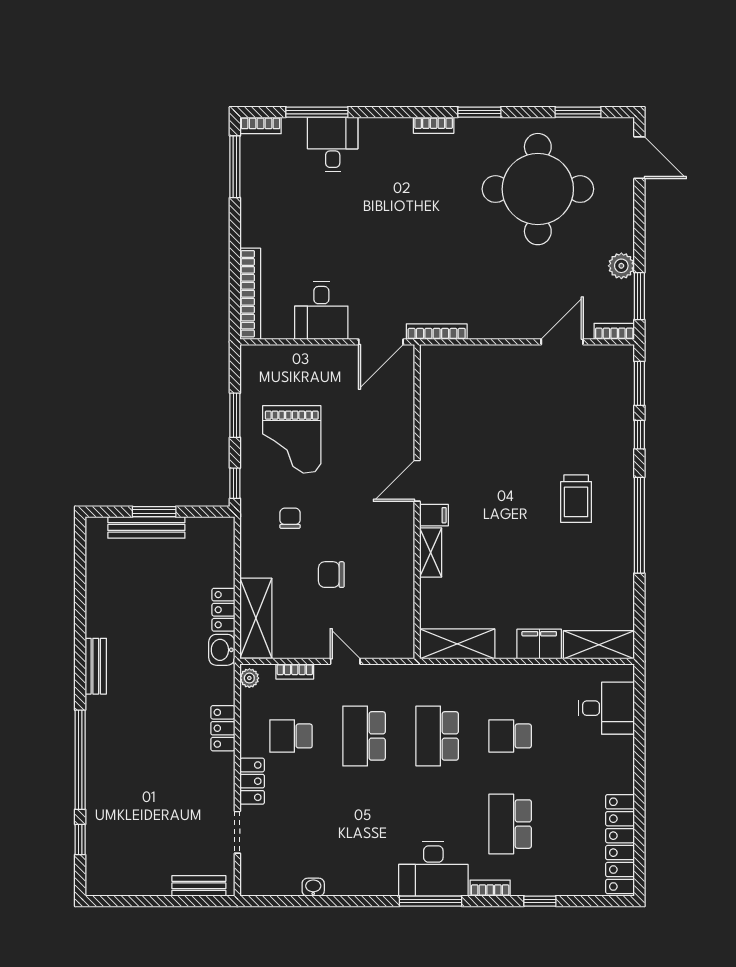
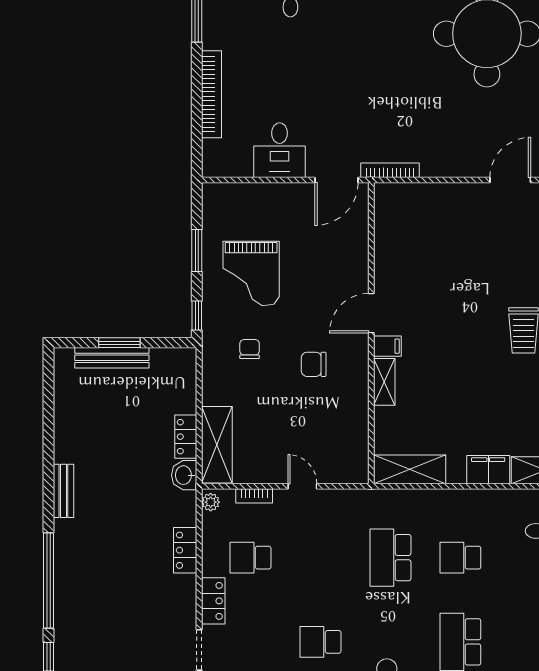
bookcase: (250, 294) -> (211, 94), moved
chair: (331, 575) -> (314, 364), moved
school desk: (364, 736) -> (320, 642), moved, width x0.54

